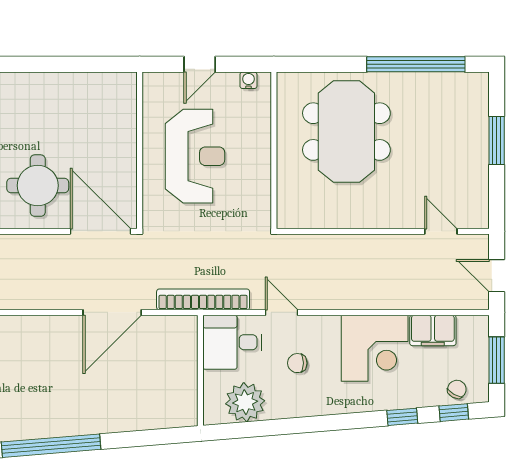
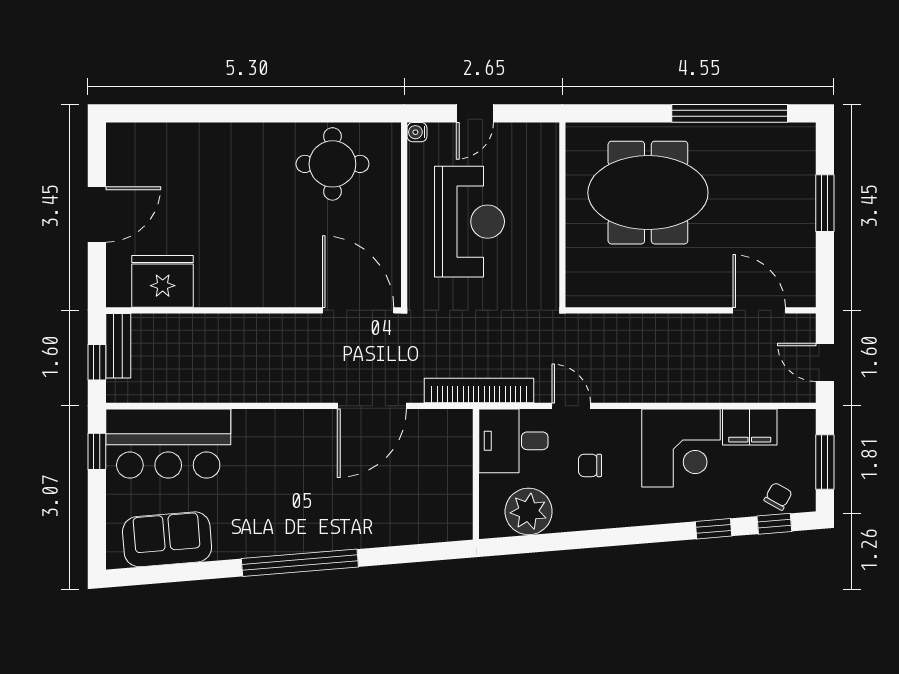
water cooler: (248, 80) -> (417, 132), moved, turned -90
meeting table: (346, 132) -> (648, 193), turned 90
round table: (38, 186) -> (332, 164), moved
door: (441, 231) -> (759, 310), width x1.38

